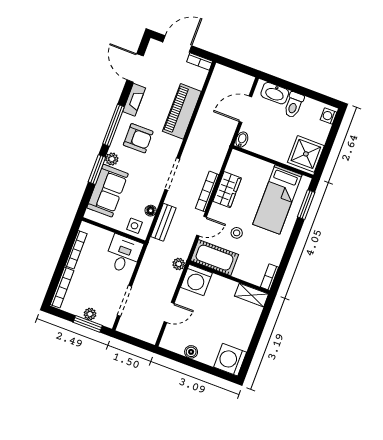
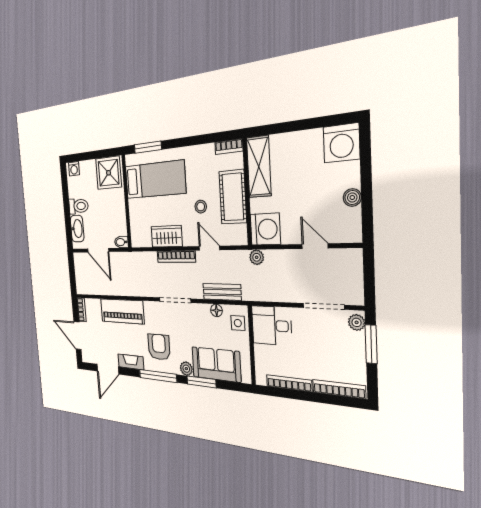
cot: (215, 258) -> (233, 197), moved
shelving: (251, 295) -> (259, 167), width x1.50, depth x1.33
plant: (90, 314) -> (357, 322), moved

